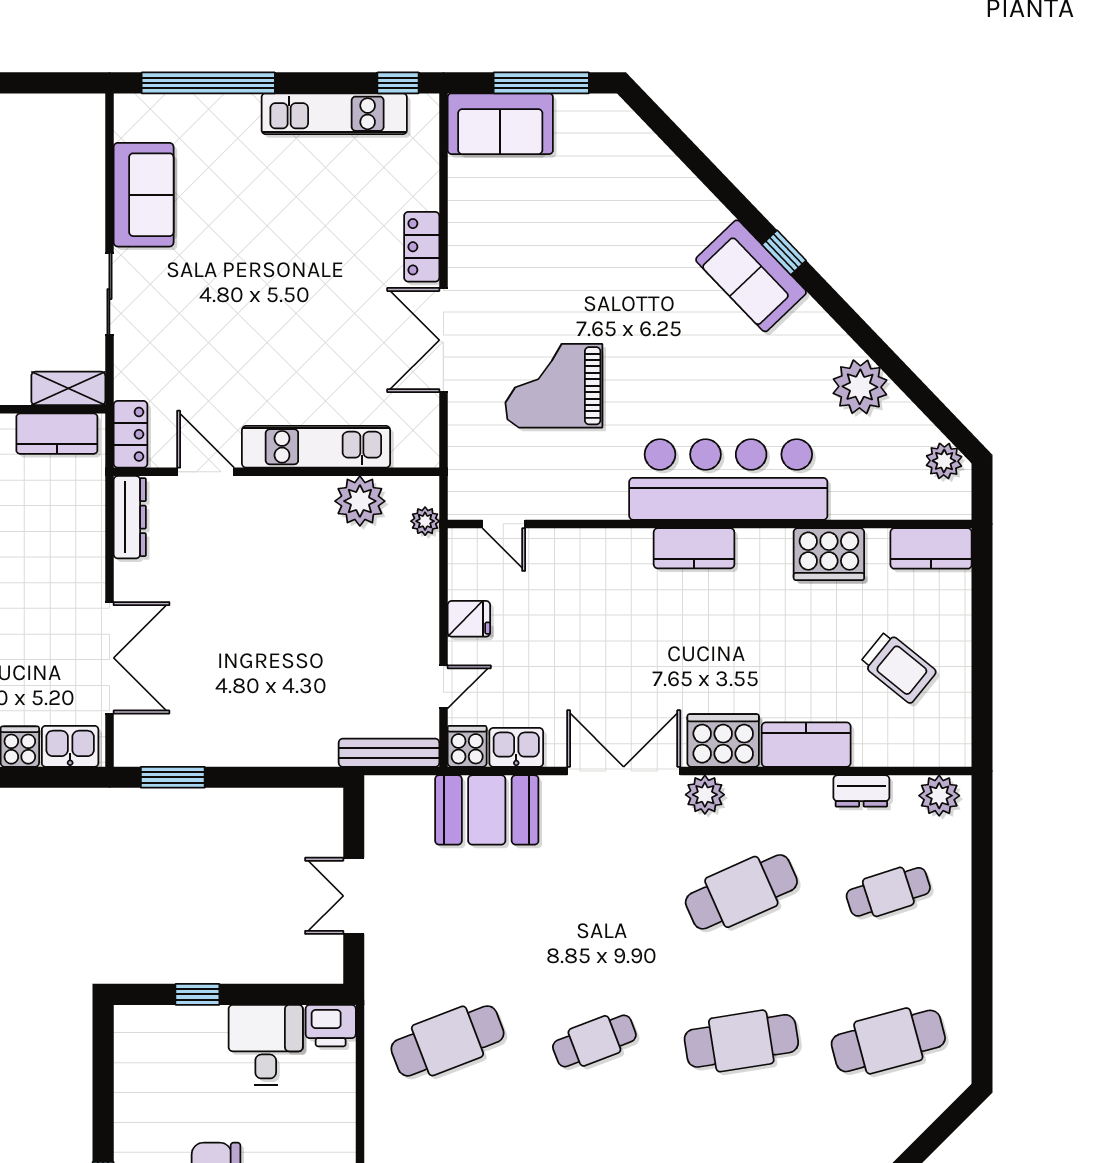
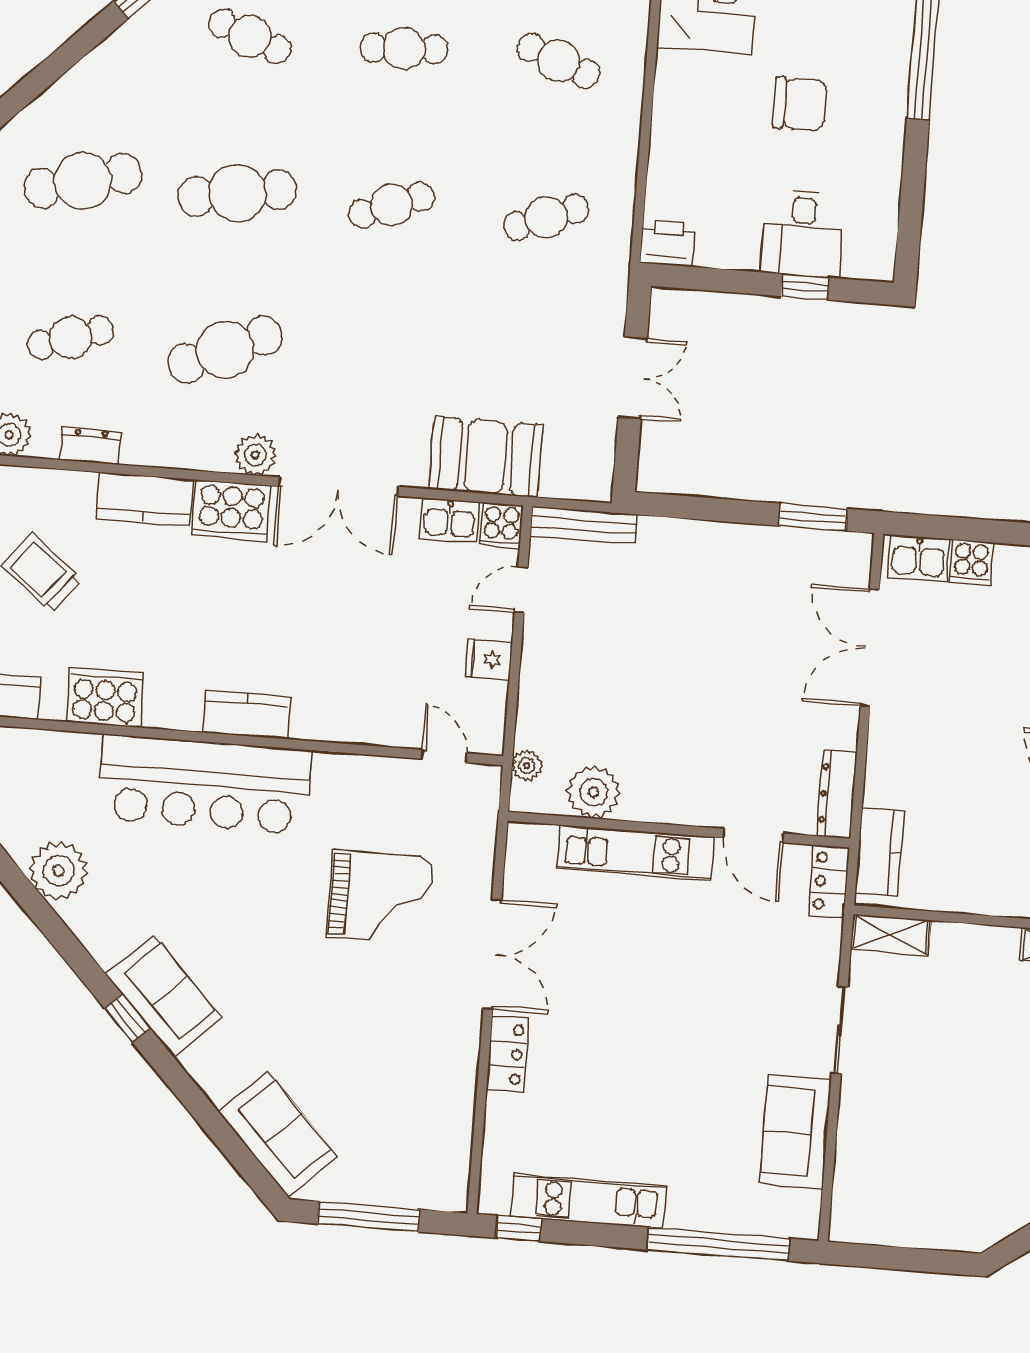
sofa: (500, 124) -> (278, 1134), moved, turned 46
kitchen counter: (57, 434) -> (880, 852), moved, turned 90
cafe table: (447, 1041) -> (546, 217), width x0.73, depth x0.74
desk: (266, 1045) -> (803, 233), moved

